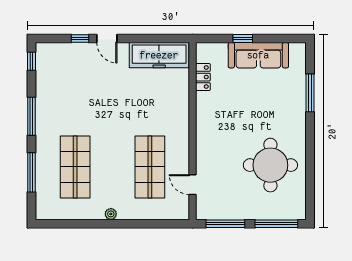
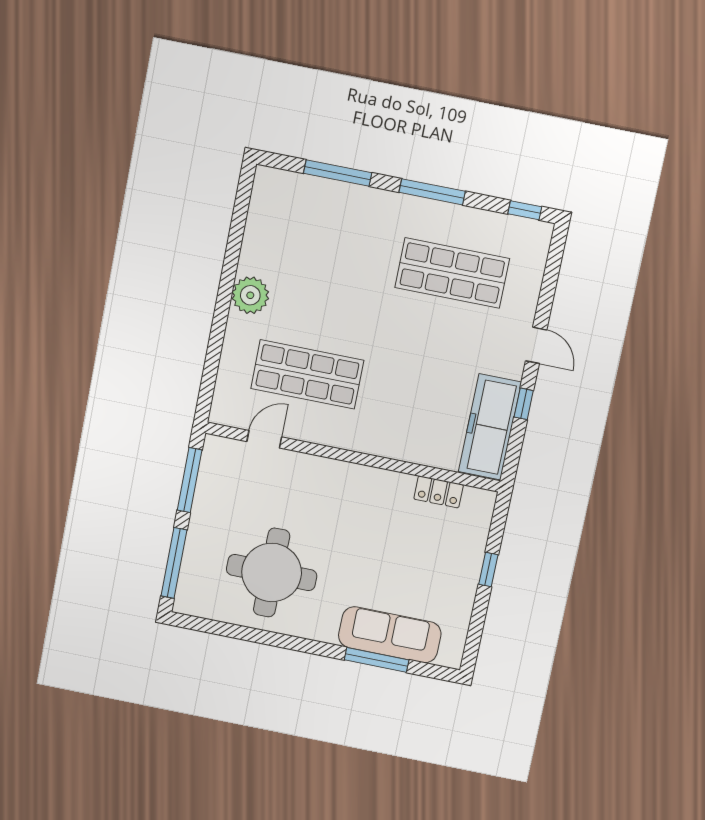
window: (80, 39) -> (524, 404), moved
door: (107, 39) -> (536, 345), swing flipped
sofa: (258, 55) -> (390, 635), moved, turned 90
shop shelf: (75, 167) -> (452, 273), moved
plant: (111, 214) -> (250, 295), width x1.88, depth x1.88

